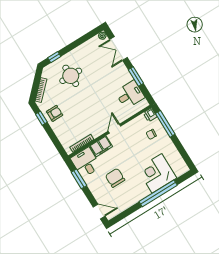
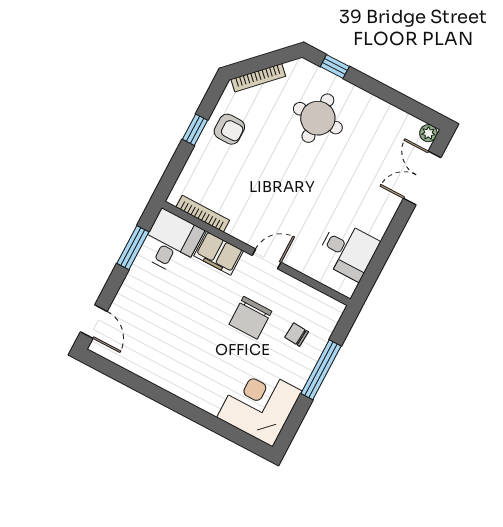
window: (136, 77) -> (389, 242), removed
printer: (150, 115) -> (332, 311), removed
window: (41, 118) -> (195, 130), moved
window: (165, 124) -> (321, 370), moved
corner desk: (157, 173) -> (259, 404), moved
chair: (115, 178) -> (250, 318), moved, turned 180
window: (158, 193) -> (193, 413), removed

